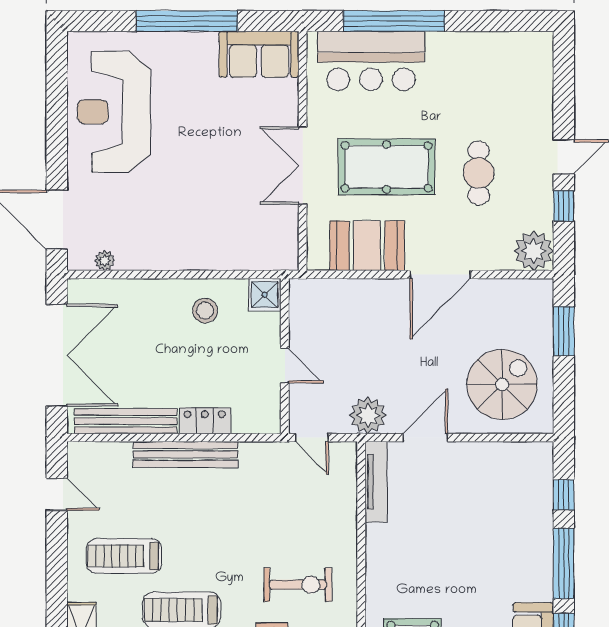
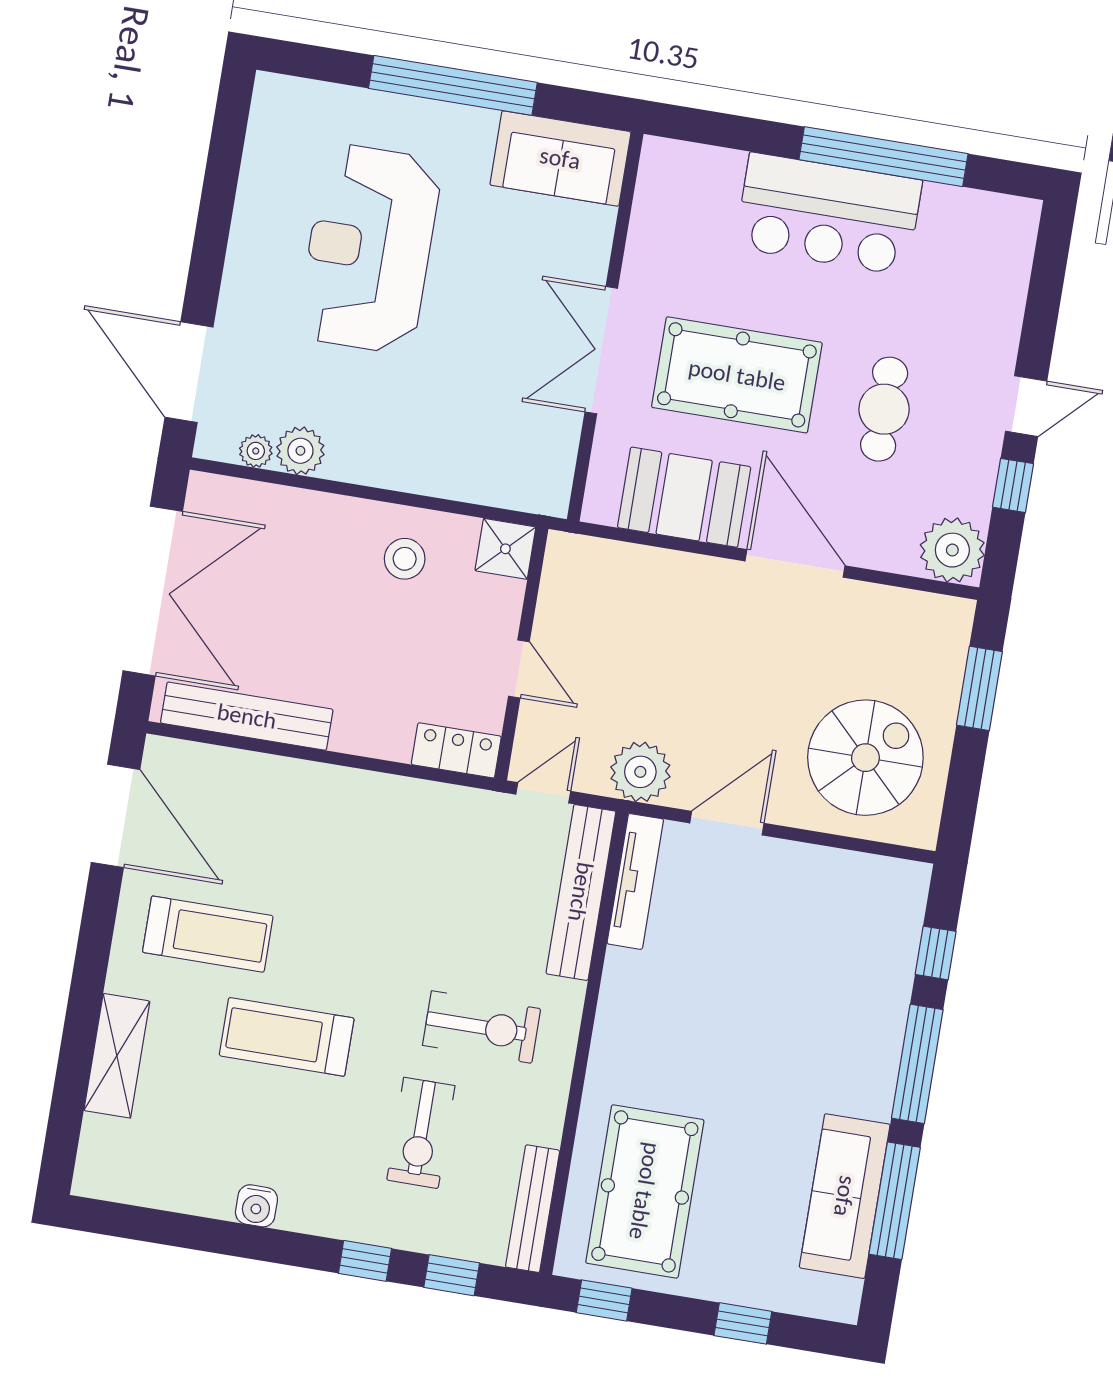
window: (394, 21) -> (884, 157), moved
bar counter: (371, 61) -> (828, 214), moved
reception desk: (114, 112) -> (369, 249), moved
plant: (132, 256) -> (300, 451), added
door: (440, 275) -> (795, 563), swing flipped
locker: (205, 421) -> (456, 750), moved
door: (312, 438) -> (543, 793), swing flipped
bench: (186, 454) -> (581, 892), moved, turned 90
door: (57, 494) -> (116, 816), width x1.88
treadmill: (124, 556) -> (208, 934), turned 180

